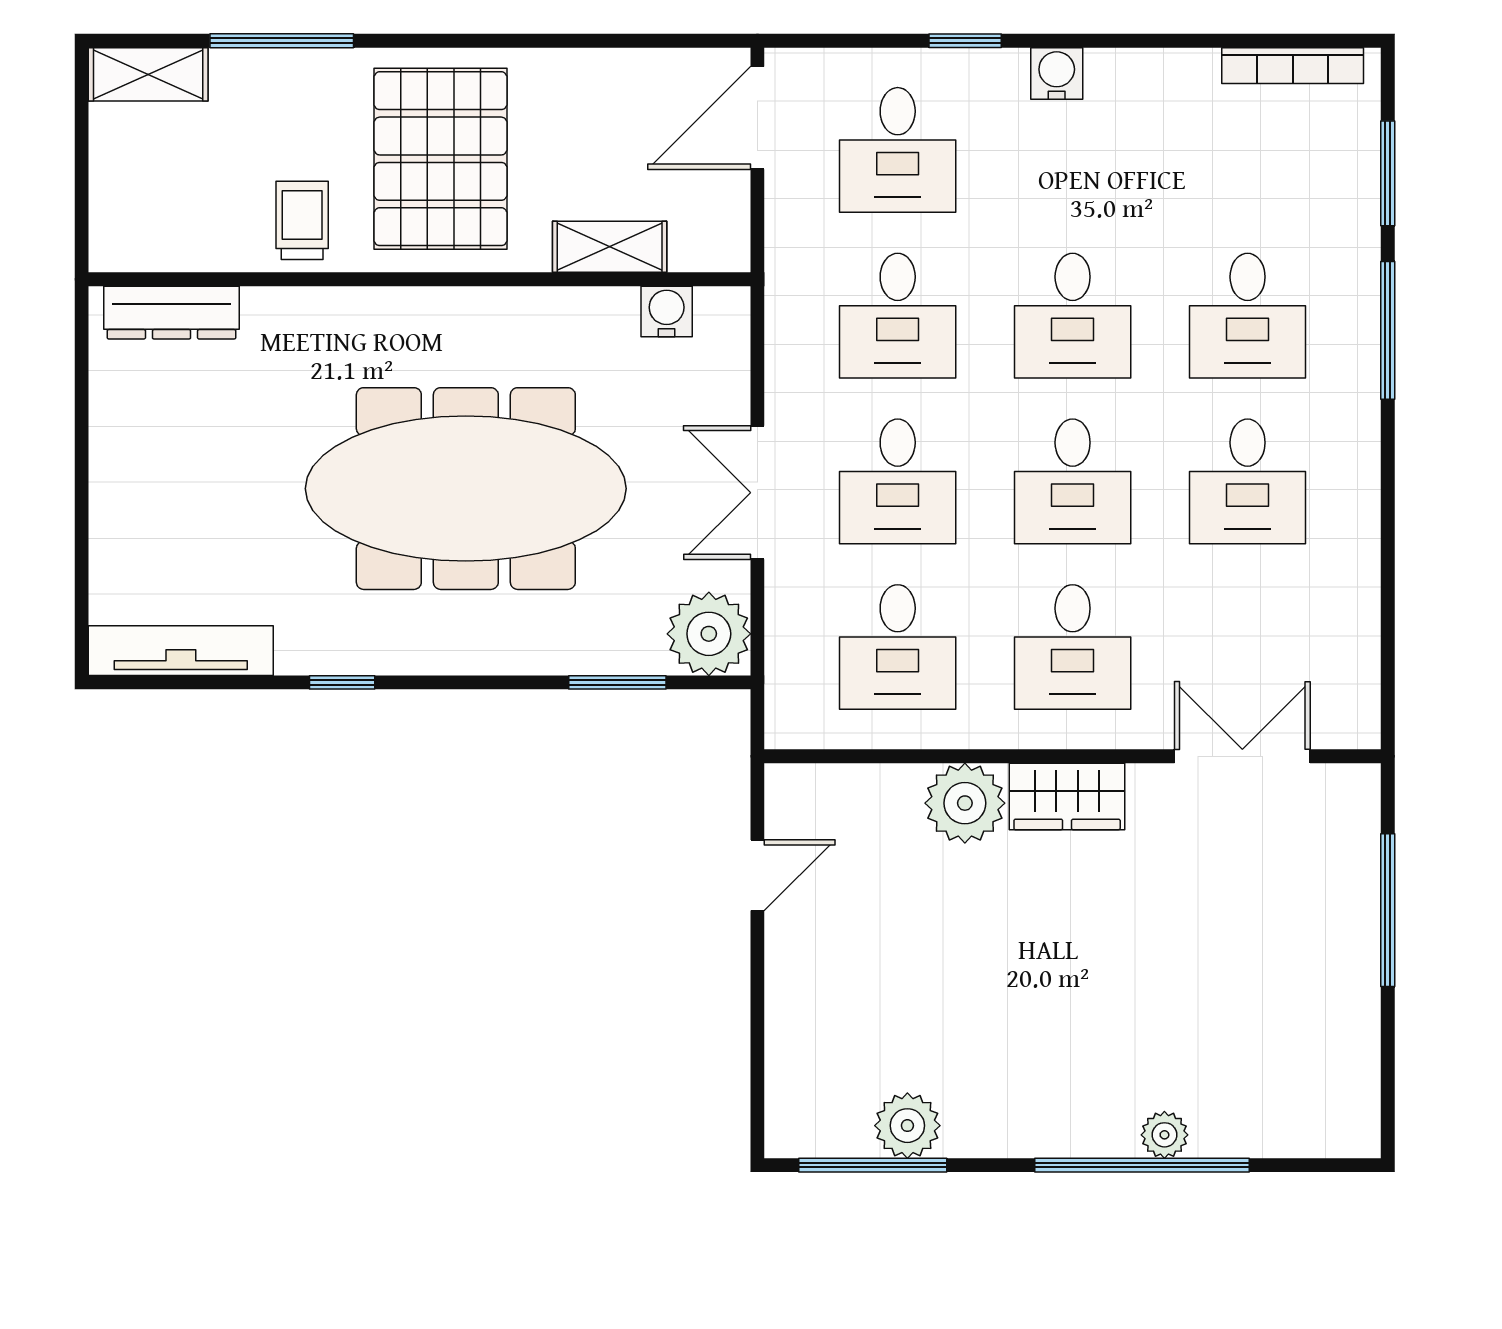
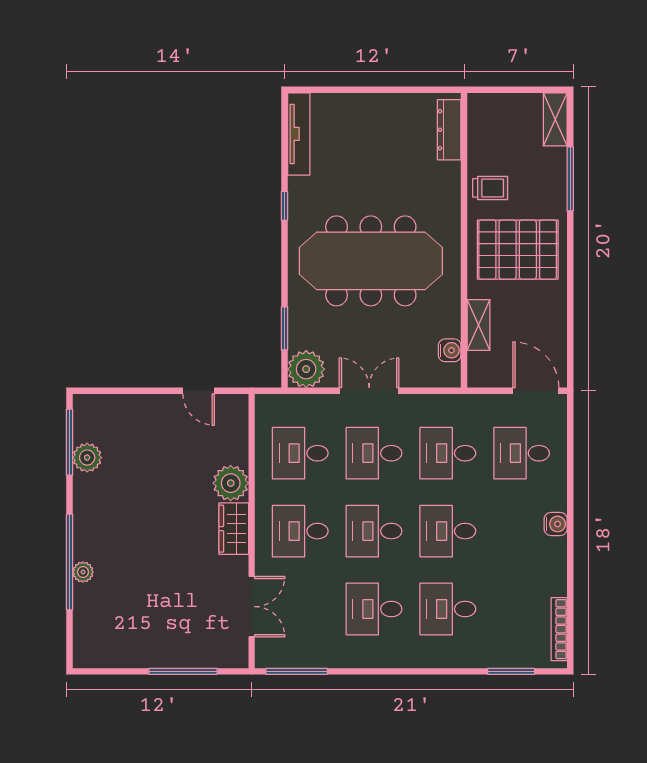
window: (965, 41) -> (570, 483), removed
window: (1388, 330) -> (297, 671), moved
meeting table: (466, 489) -> (371, 261), turned 90

